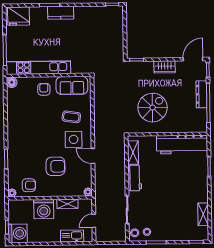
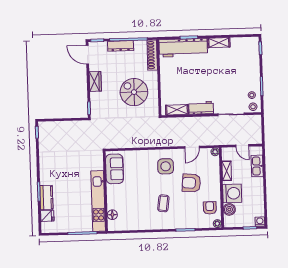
kitchen counter: (61, 13) -> (46, 197), moved
fridge: (19, 16) -> (47, 216), width x0.53, depth x0.75
floor lamp: (12, 82) -> (112, 215), moved
armchair: (44, 89) -> (119, 195), removed
coffee table: (71, 117) -> (163, 203), moved
shoe rack: (191, 128) -> (152, 55), added
workbench: (182, 145) -> (183, 48), moved, turned 90
door: (93, 156) -> (192, 147), moved
armchair: (55, 166) -> (191, 183), turned -85
boiler: (27, 206) -> (229, 209), added
shelving: (203, 214) -> (219, 43), moved
washing machine: (18, 233) -> (260, 222), width x0.53, depth x0.53

